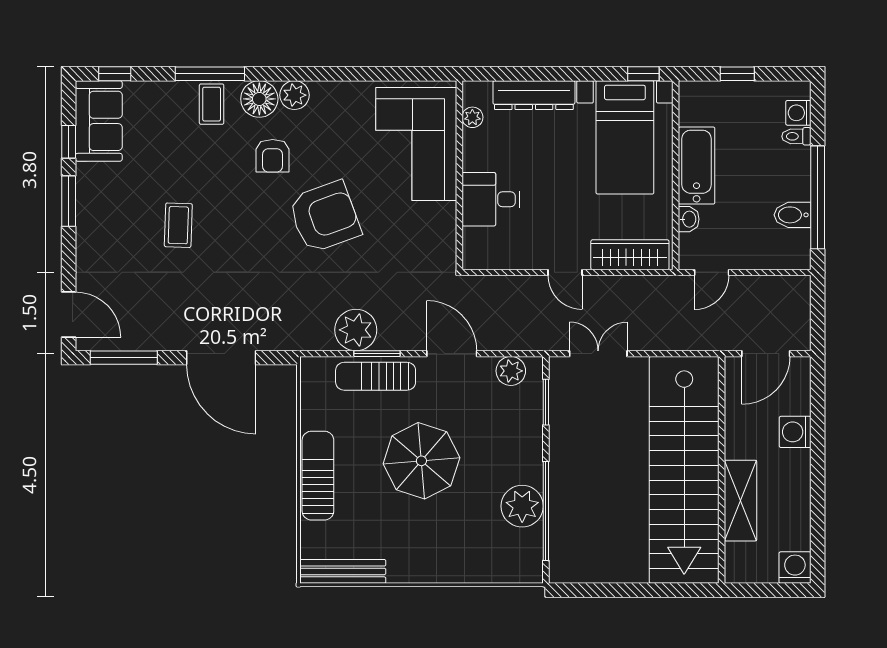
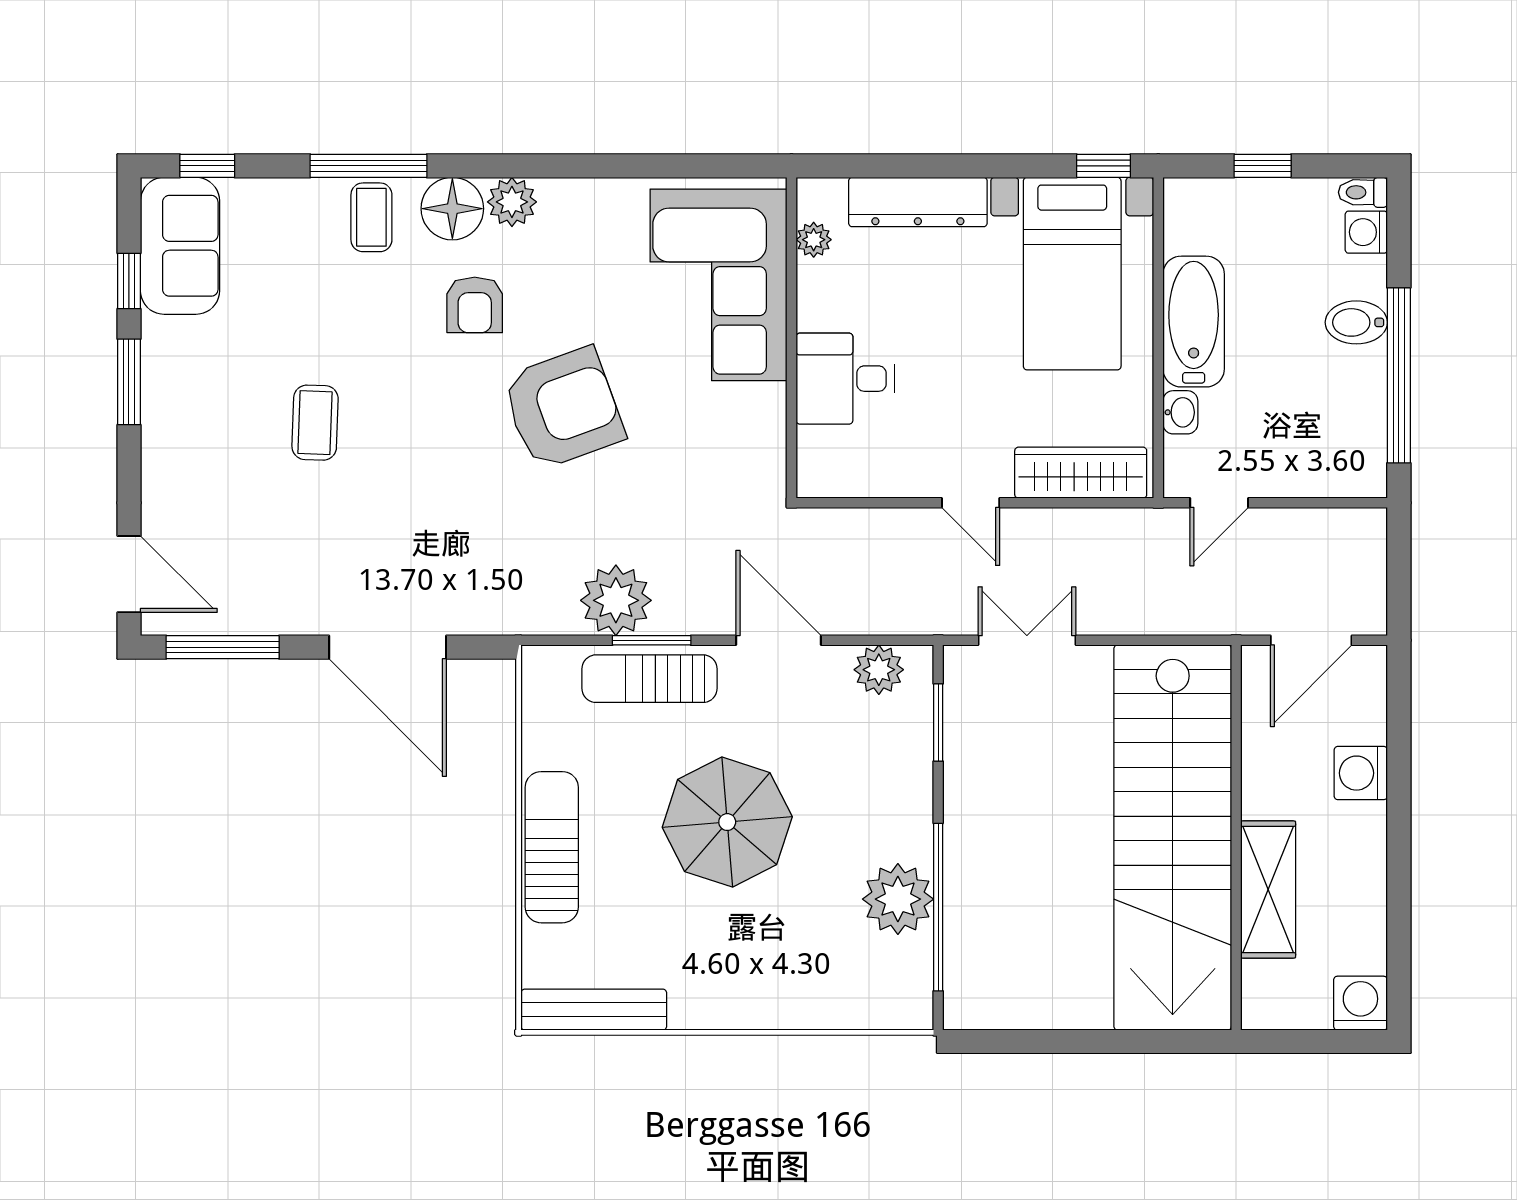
toilet: (796, 136) -> (1363, 192), moved
bidet: (792, 215) -> (1356, 322), moved

